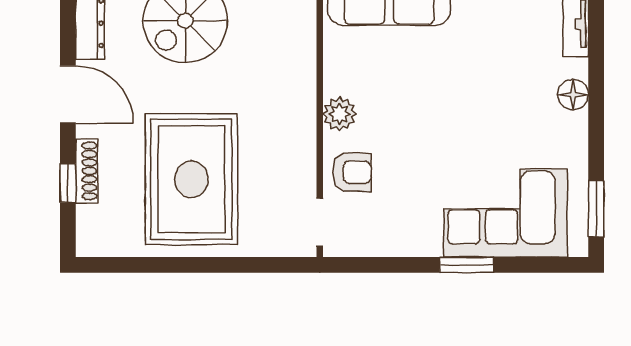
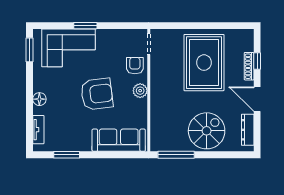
armchair: (440, 106) -> (97, 94), added
armchair: (352, 172) -> (135, 66), turned 90

